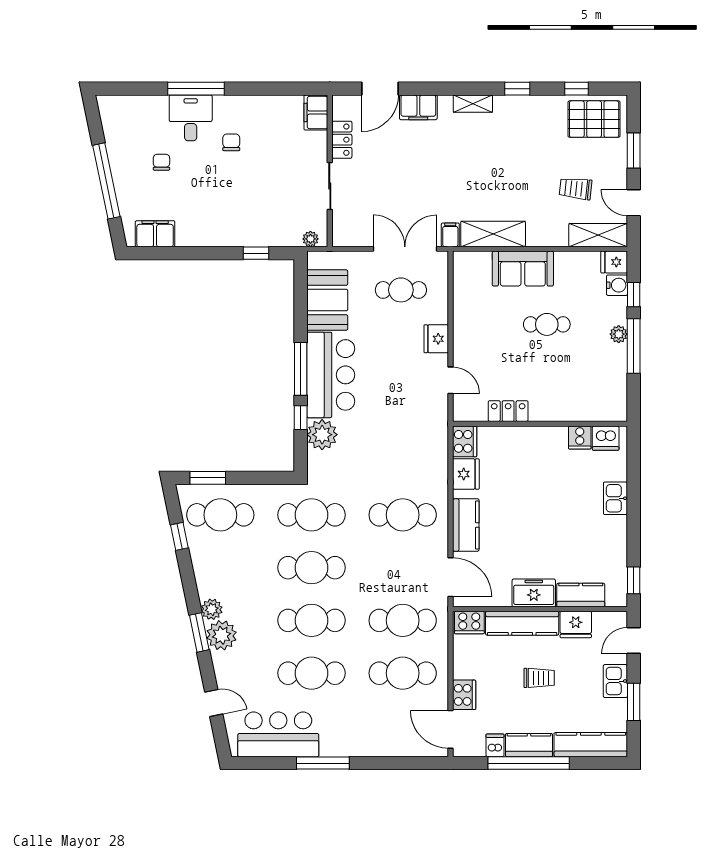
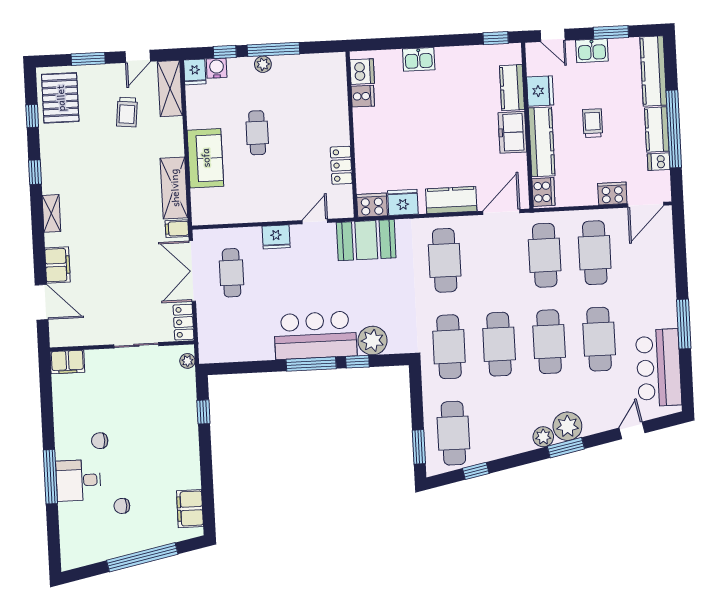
locker: (342, 140) -> (183, 322), moved, turned -90
booth: (327, 300) -> (366, 240), moved

